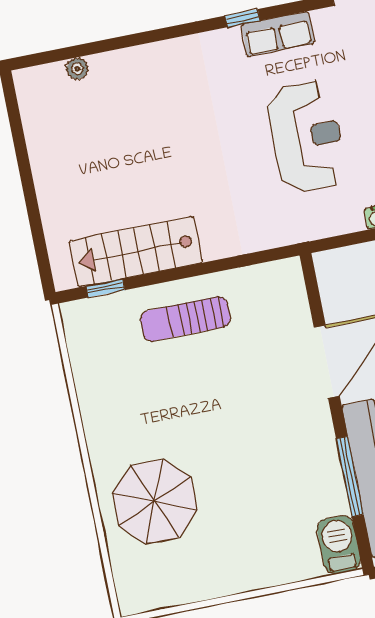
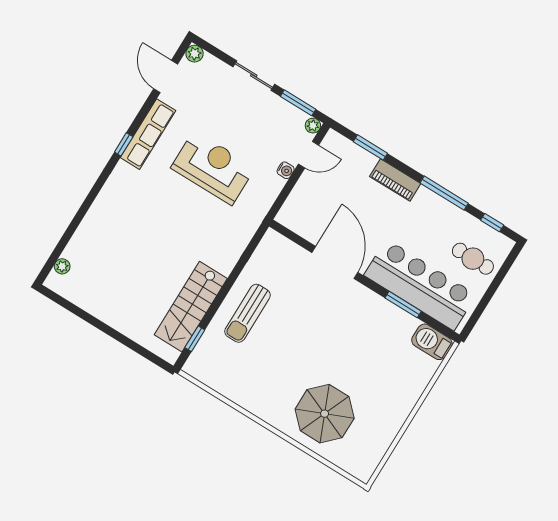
row of seats: (278, 34) -> (148, 134), width x1.48
plant: (77, 69) -> (62, 266), moved
window: (350, 477) -> (403, 305), width x0.69

